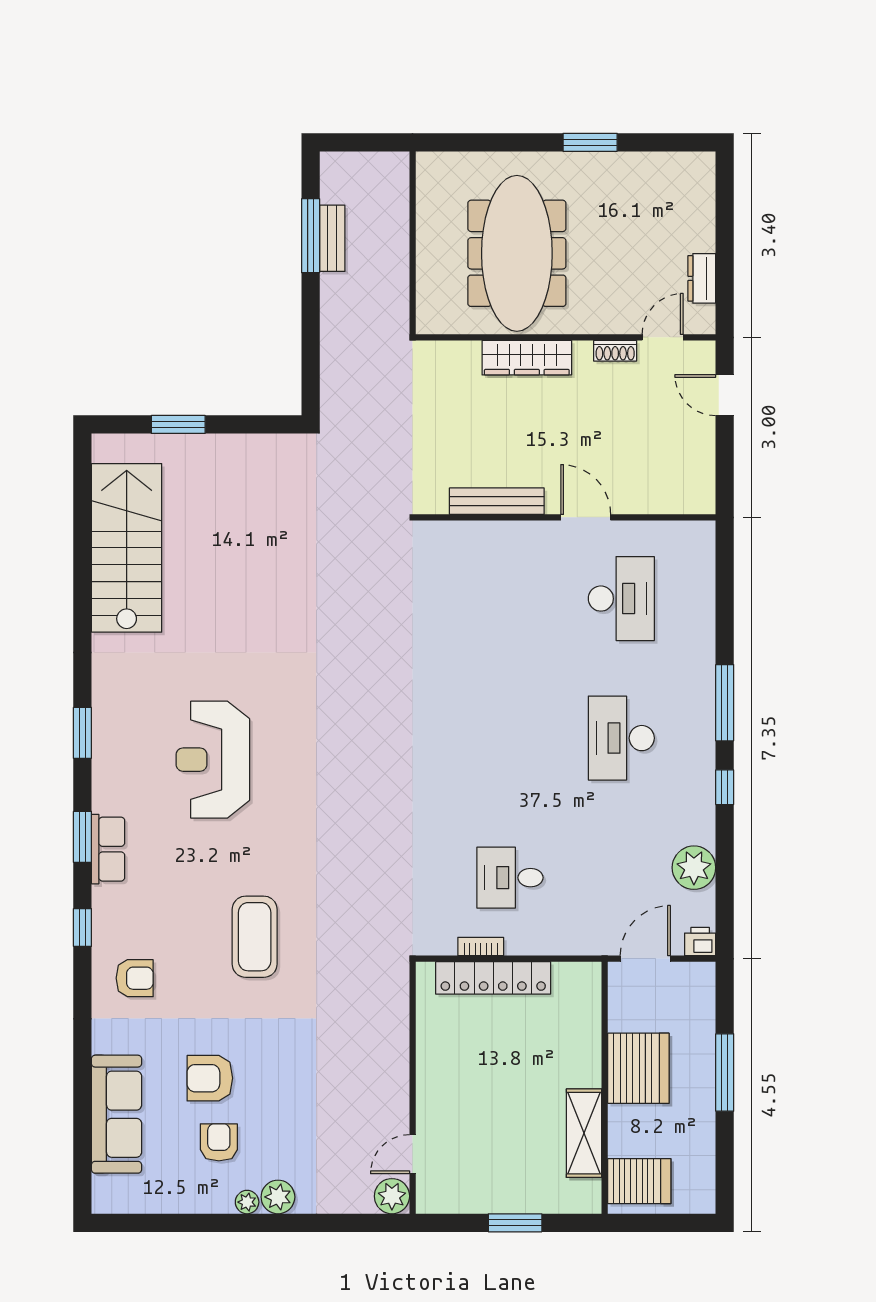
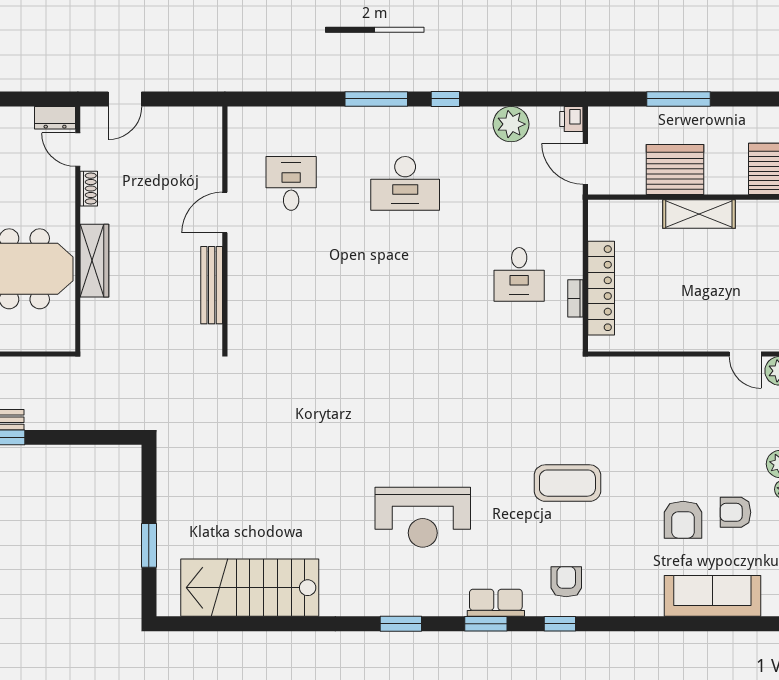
dresser: (702, 278) -> (55, 118), moved
desk: (621, 599) -> (291, 183), width x0.73
armchair: (135, 978) -> (566, 582), moved
shelving: (584, 1133) -> (699, 214), moved

